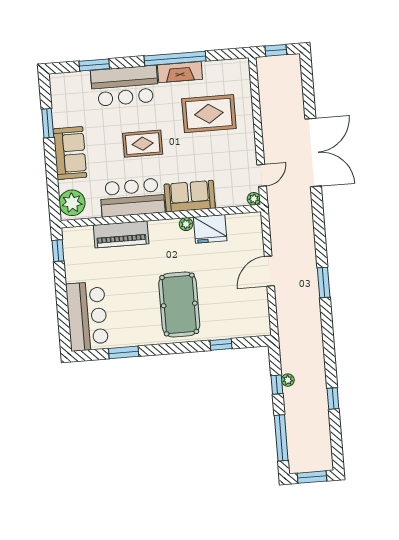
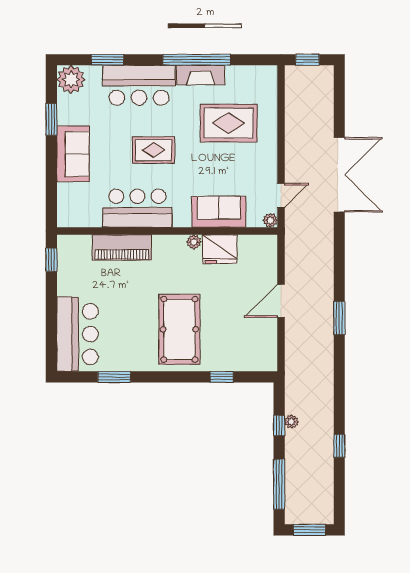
sofa: (190, 196) -> (219, 212), moved
plant: (72, 203) -> (71, 79), moved

